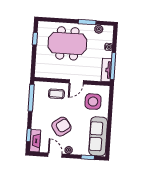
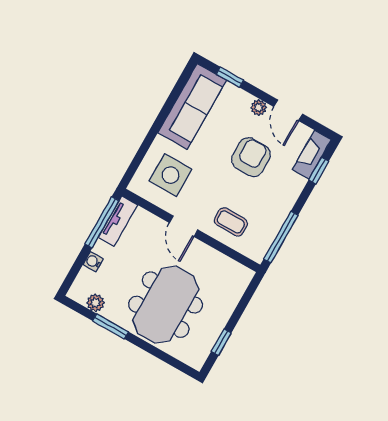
meeting table: (67, 43) -> (166, 305), turned 90
door: (76, 82) -> (184, 226), swing flipped
armchair: (61, 127) -> (251, 157), turned 126

